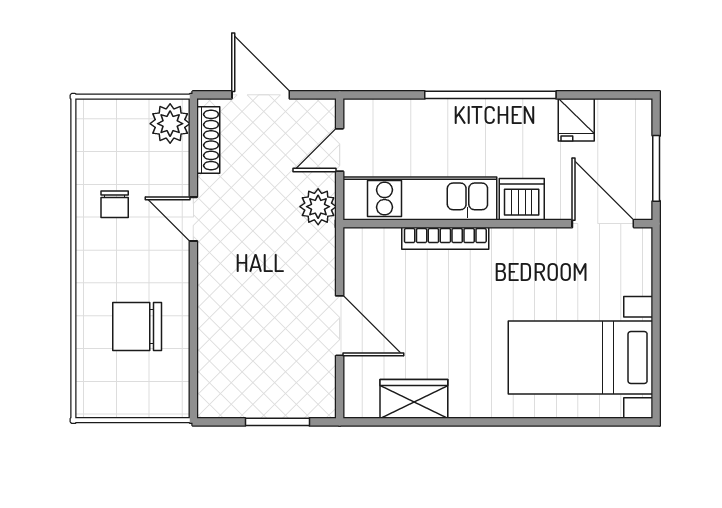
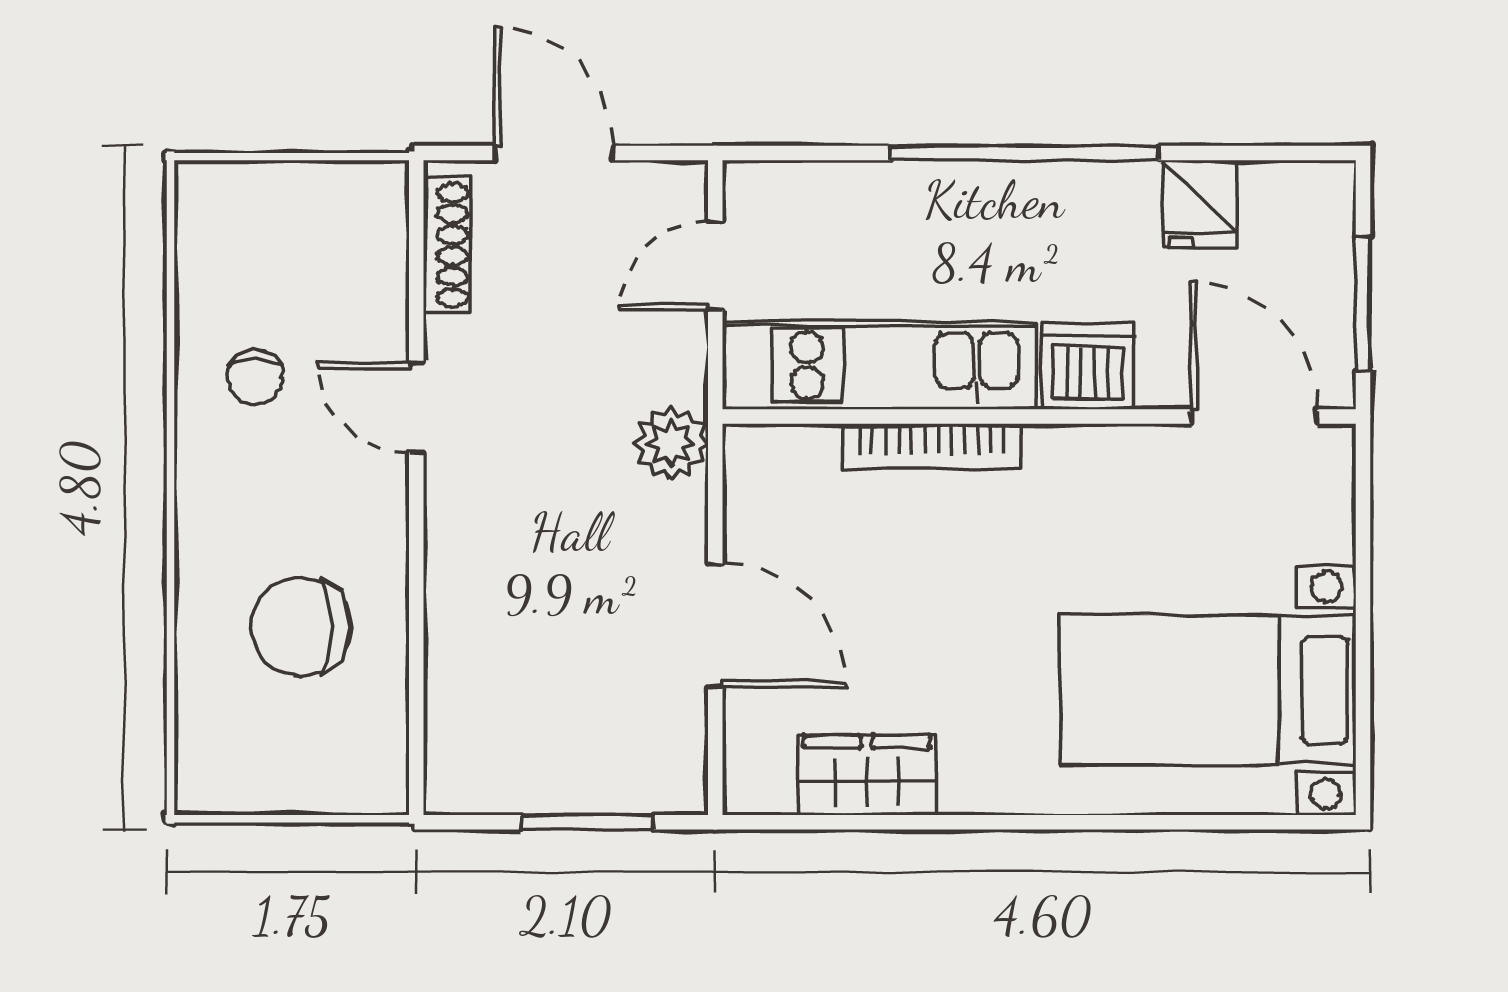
plant: (170, 124) -> (368, 212), removed
plant: (318, 207) -> (671, 443), moved

